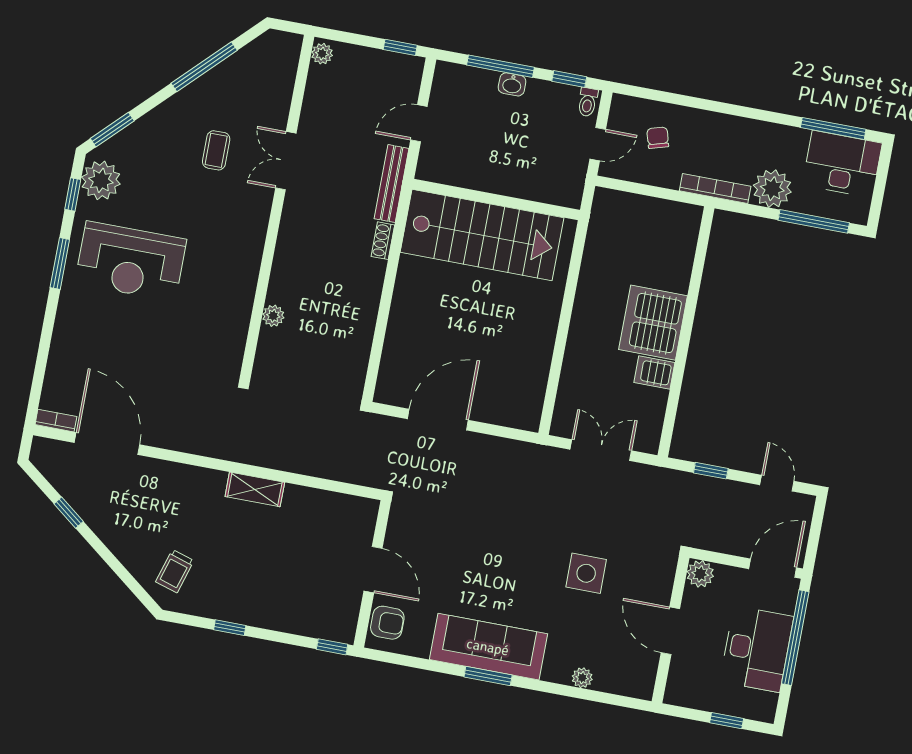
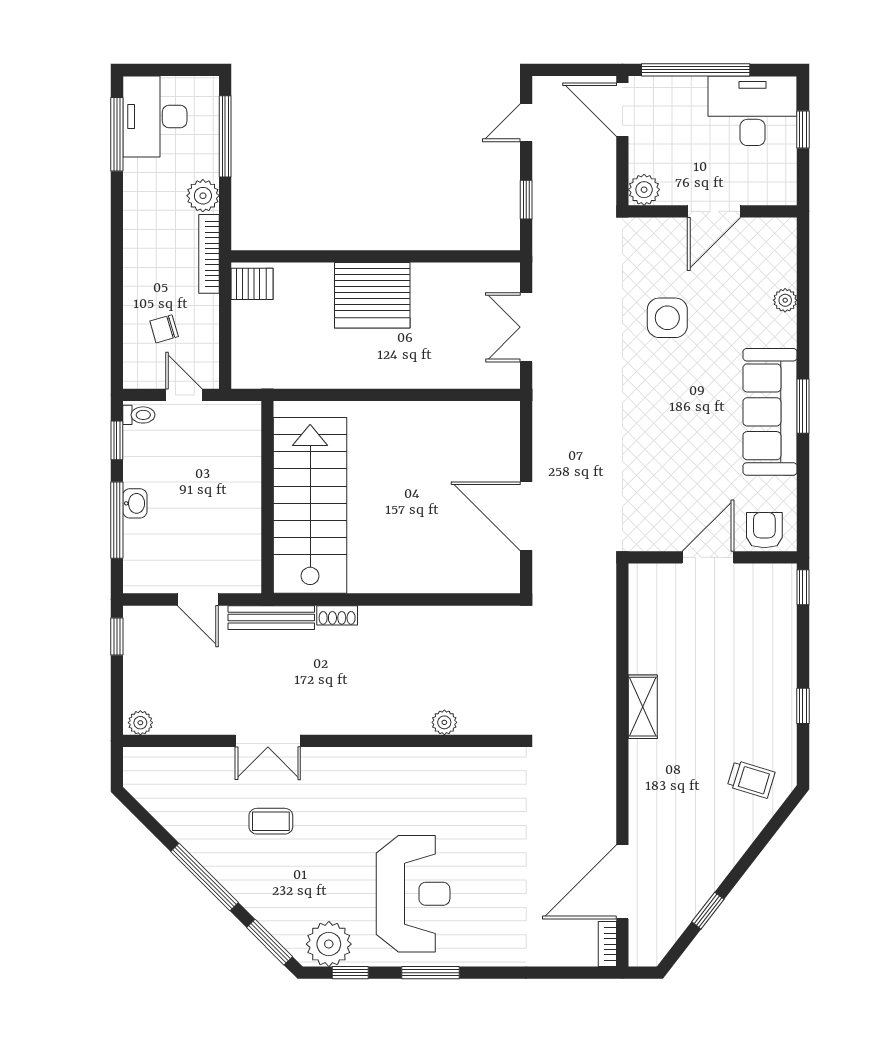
window: (204, 67) -> (204, 877), moved
plant: (772, 189) -> (203, 196), width x0.73, depth x0.73
server rack: (654, 373) -> (252, 284), moved, turned -90
desk: (757, 649) -> (753, 111), moved

